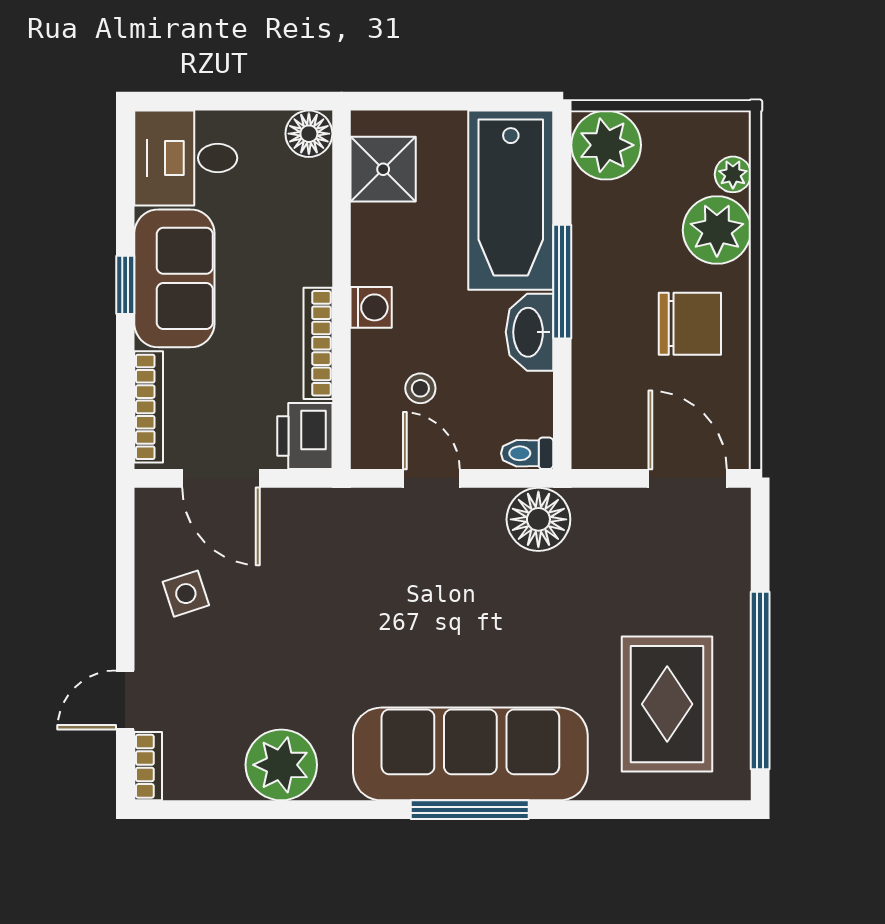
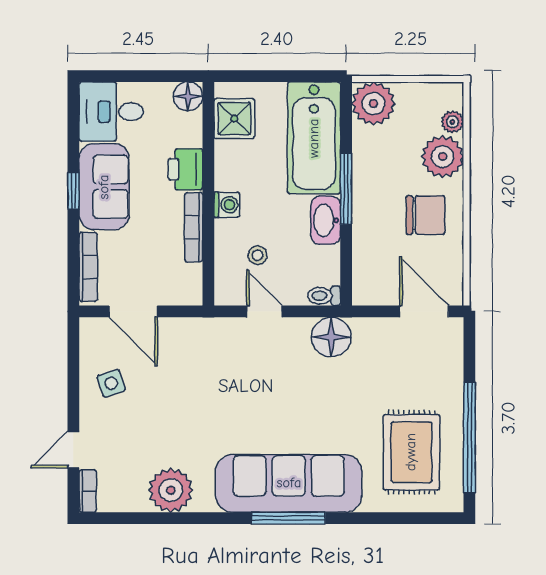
printer: (305, 436) -> (185, 169), moved

